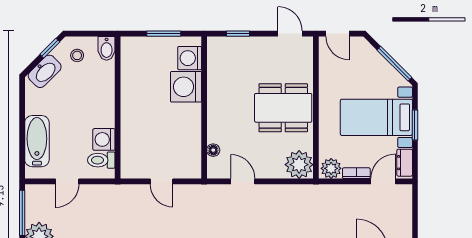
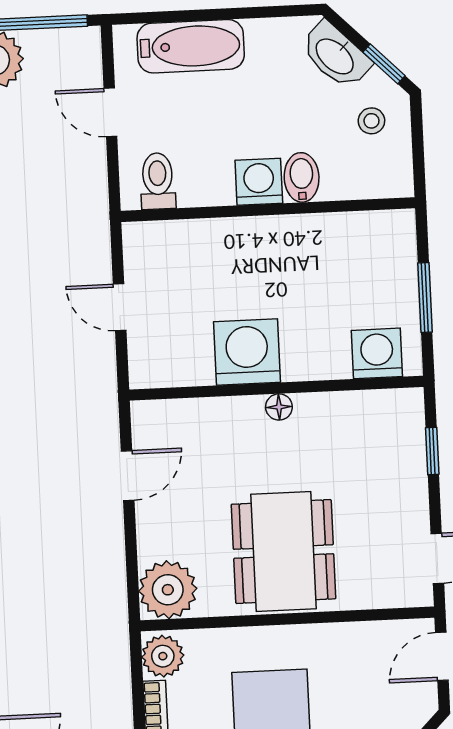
bidet: (107, 48) -> (302, 177), moved, turned 90
washing machine: (186, 87) -> (247, 352), moved
washing machine: (104, 139) -> (259, 182), moved
floor lamp: (213, 150) -> (279, 407), moved
door: (161, 181) -> (120, 307), hinge flipped

